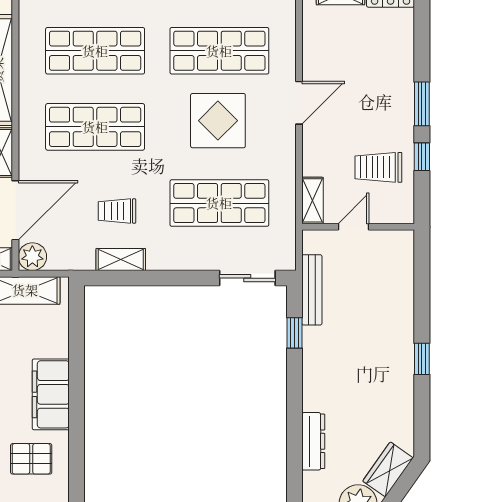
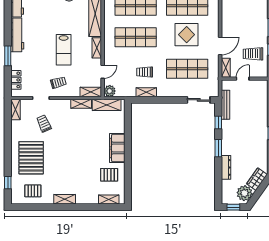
door: (299, 103) -> (220, 46), moved
door: (15, 210) -> (103, 72), width x0.53
window: (295, 395) -> (218, 148), added

